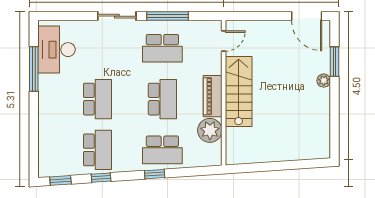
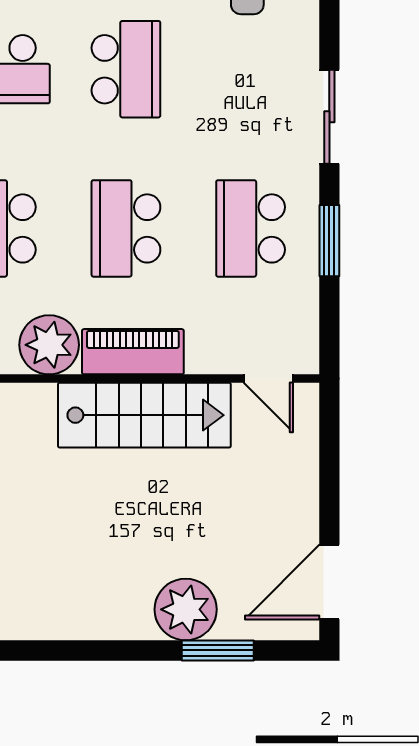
window: (167, 16) -> (329, 241), width x0.69
plant: (324, 81) -> (186, 609), width x1.88, depth x1.88
school desk: (97, 99) -> (126, 69), turned -90
school desk: (162, 99) -> (126, 228), turned 90

